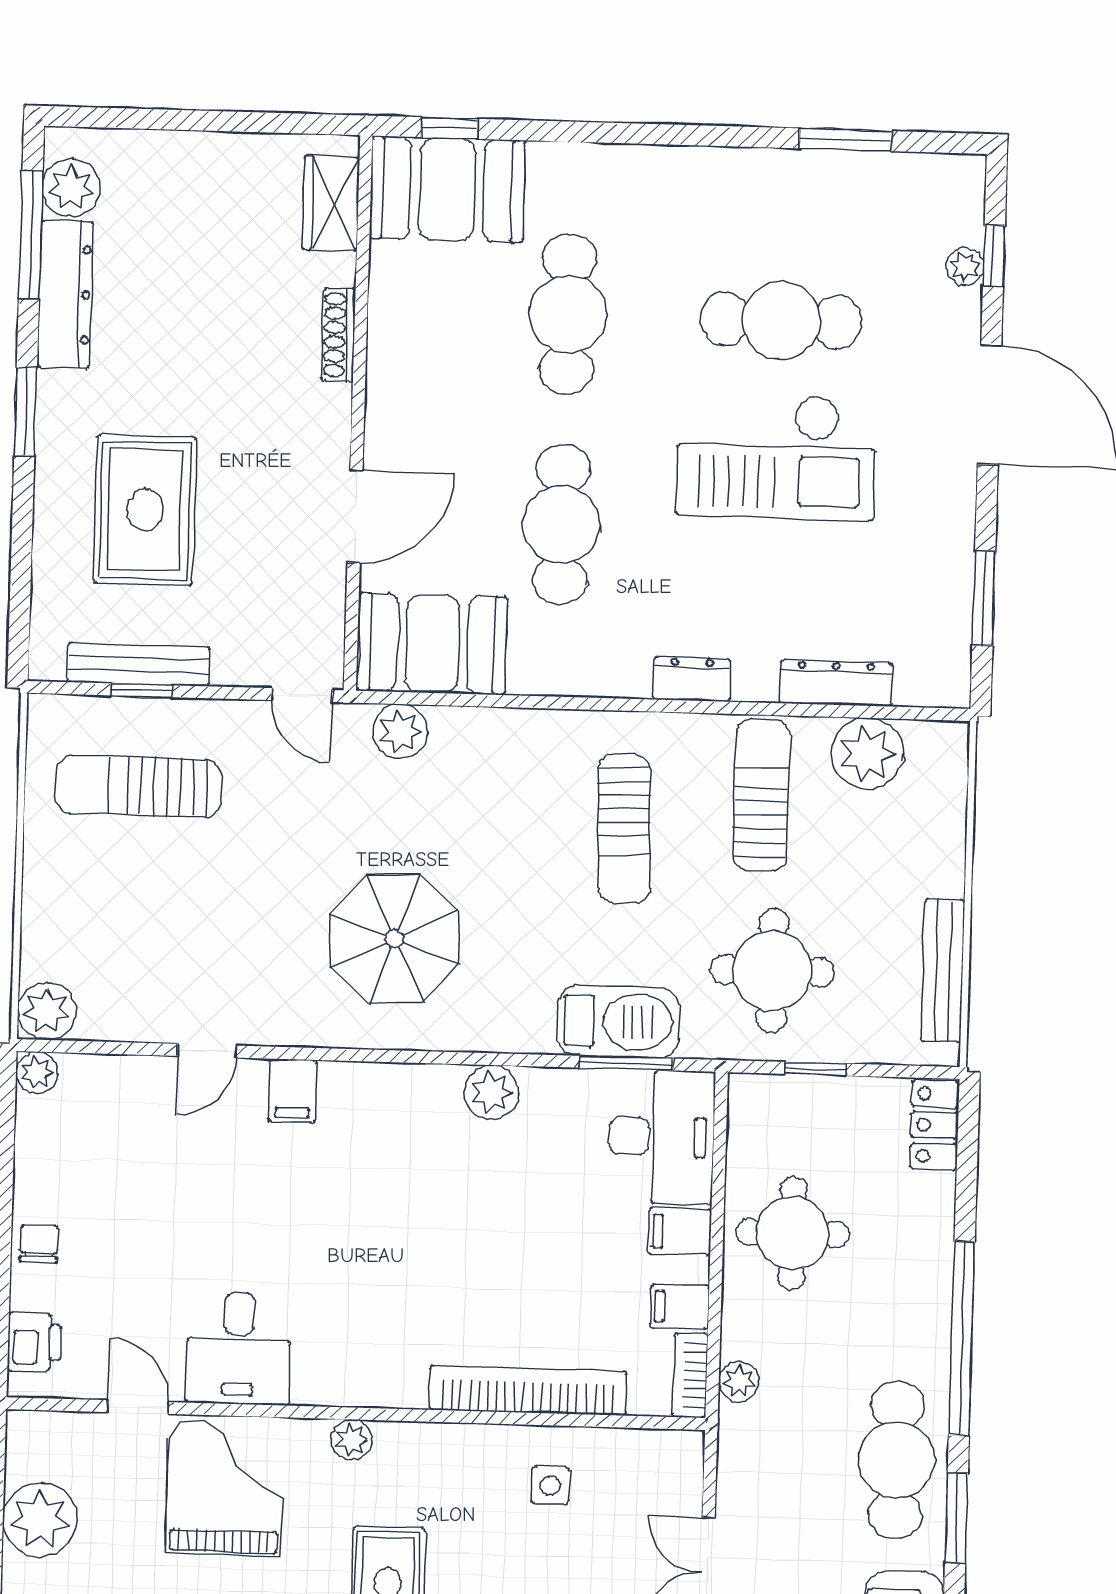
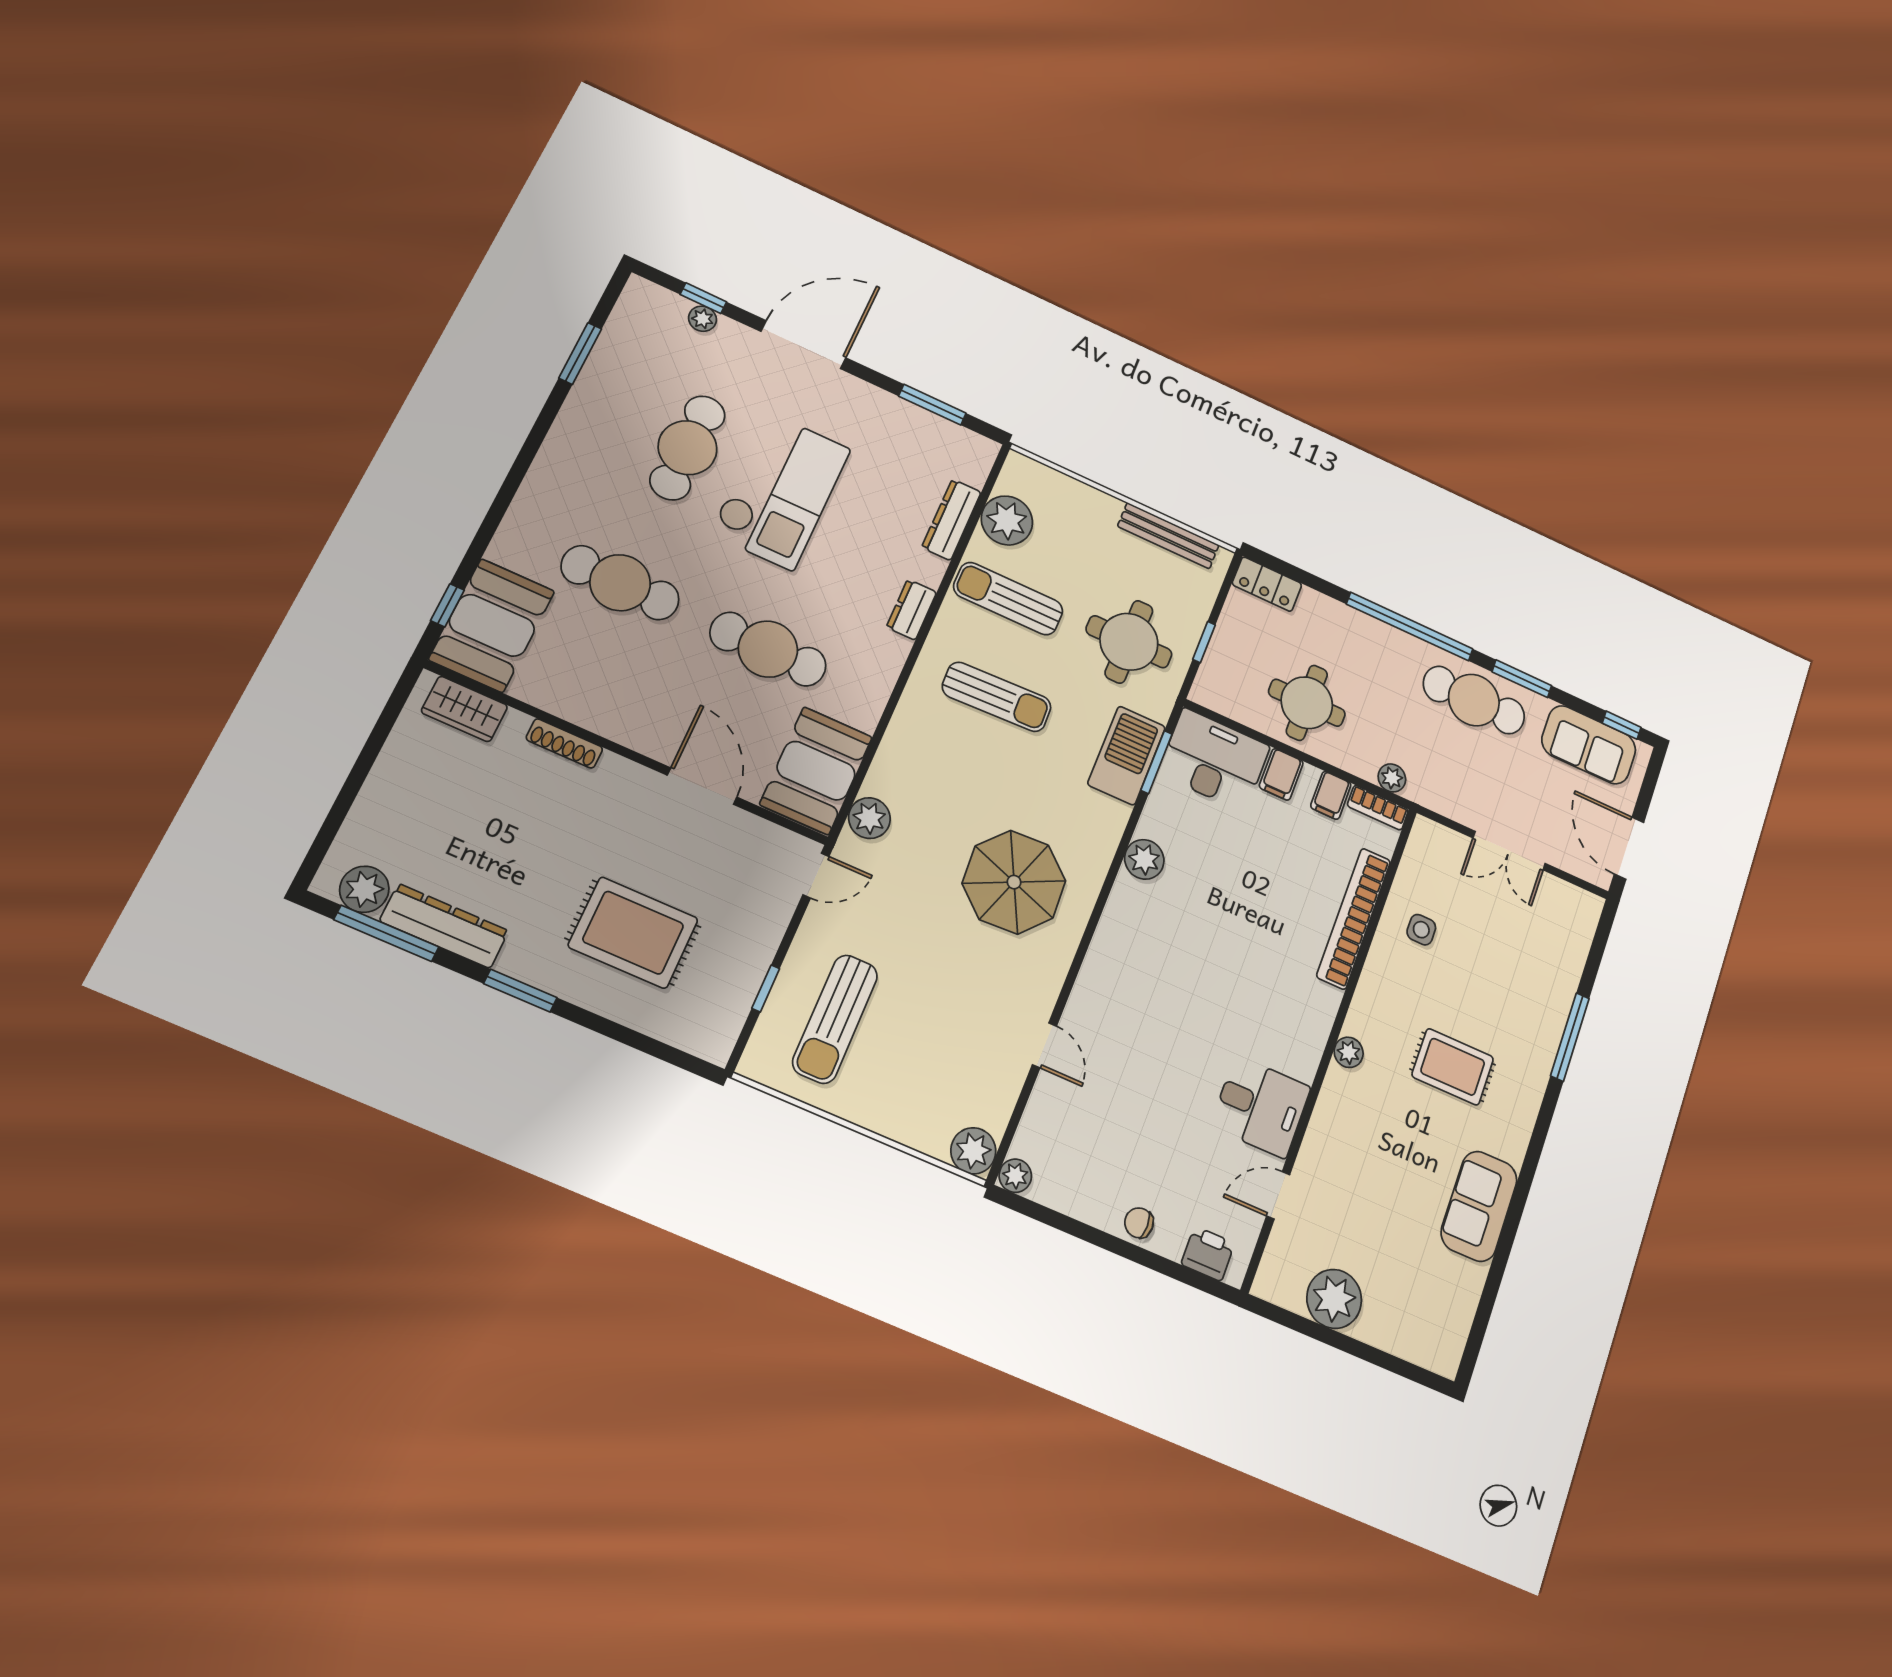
bench: (138, 664) -> (746, 983), removed
filing cabinet: (293, 1091) -> (1094, 996), removed
grand piano: (225, 1487) -> (1353, 1155), removed

